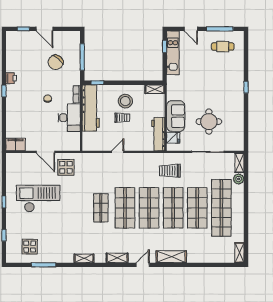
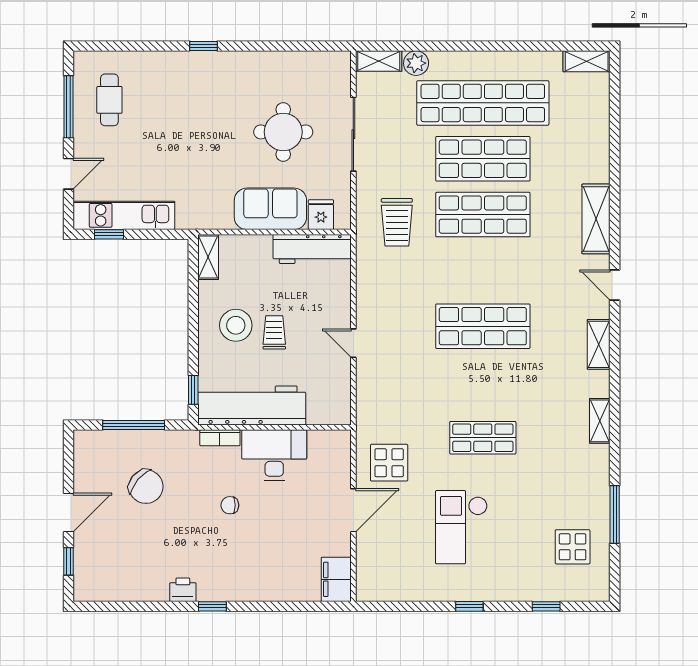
checkout: (38, 199) -> (461, 527), width x0.73, depth x0.83
shop shelf: (101, 208) -> (483, 438), moved
shop shelf: (149, 208) -> (483, 270), removed

